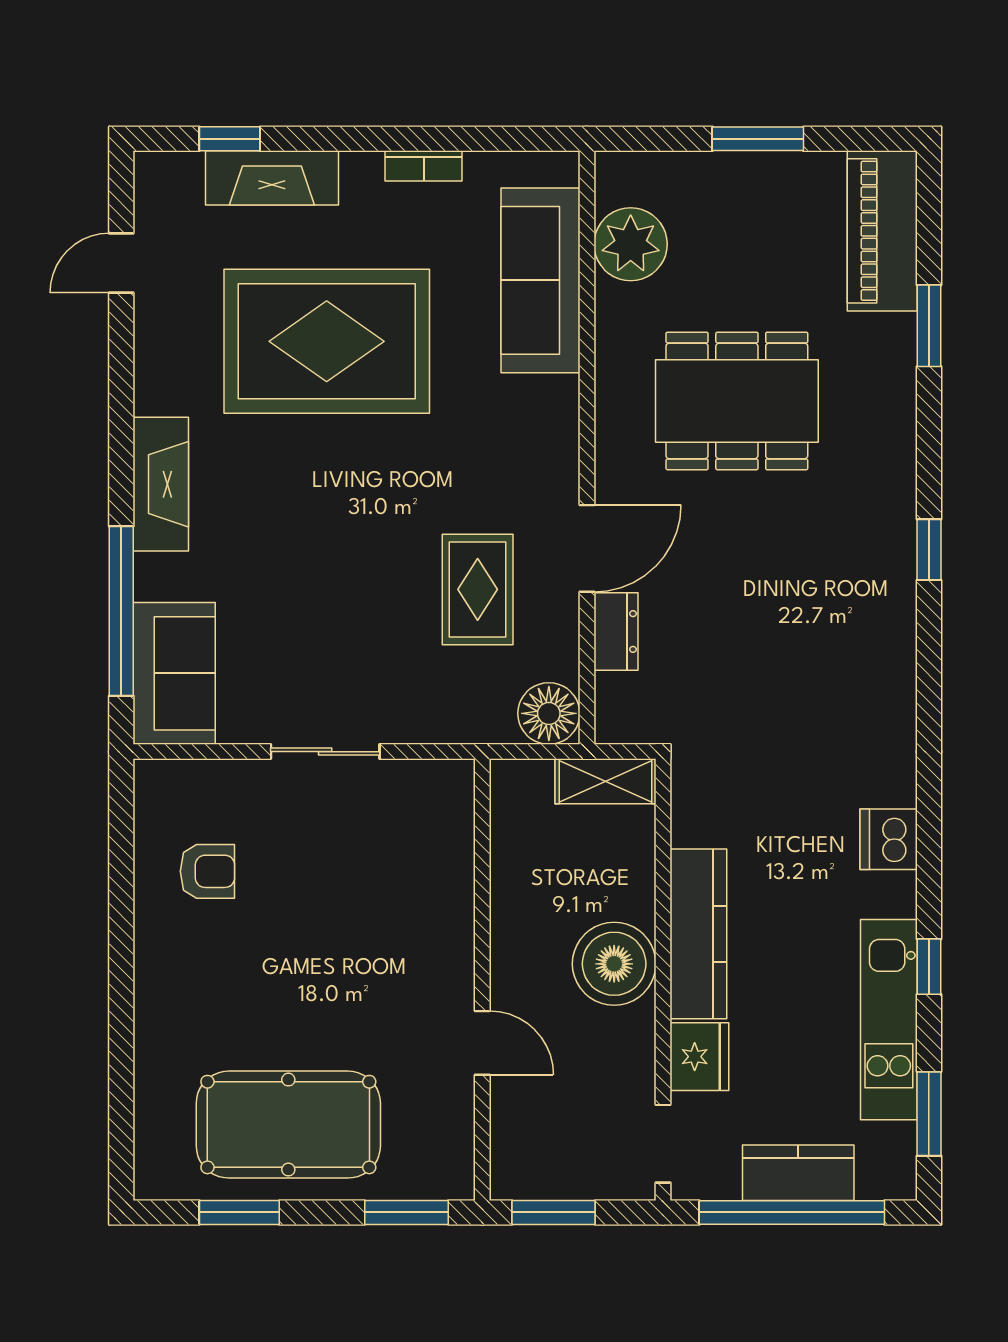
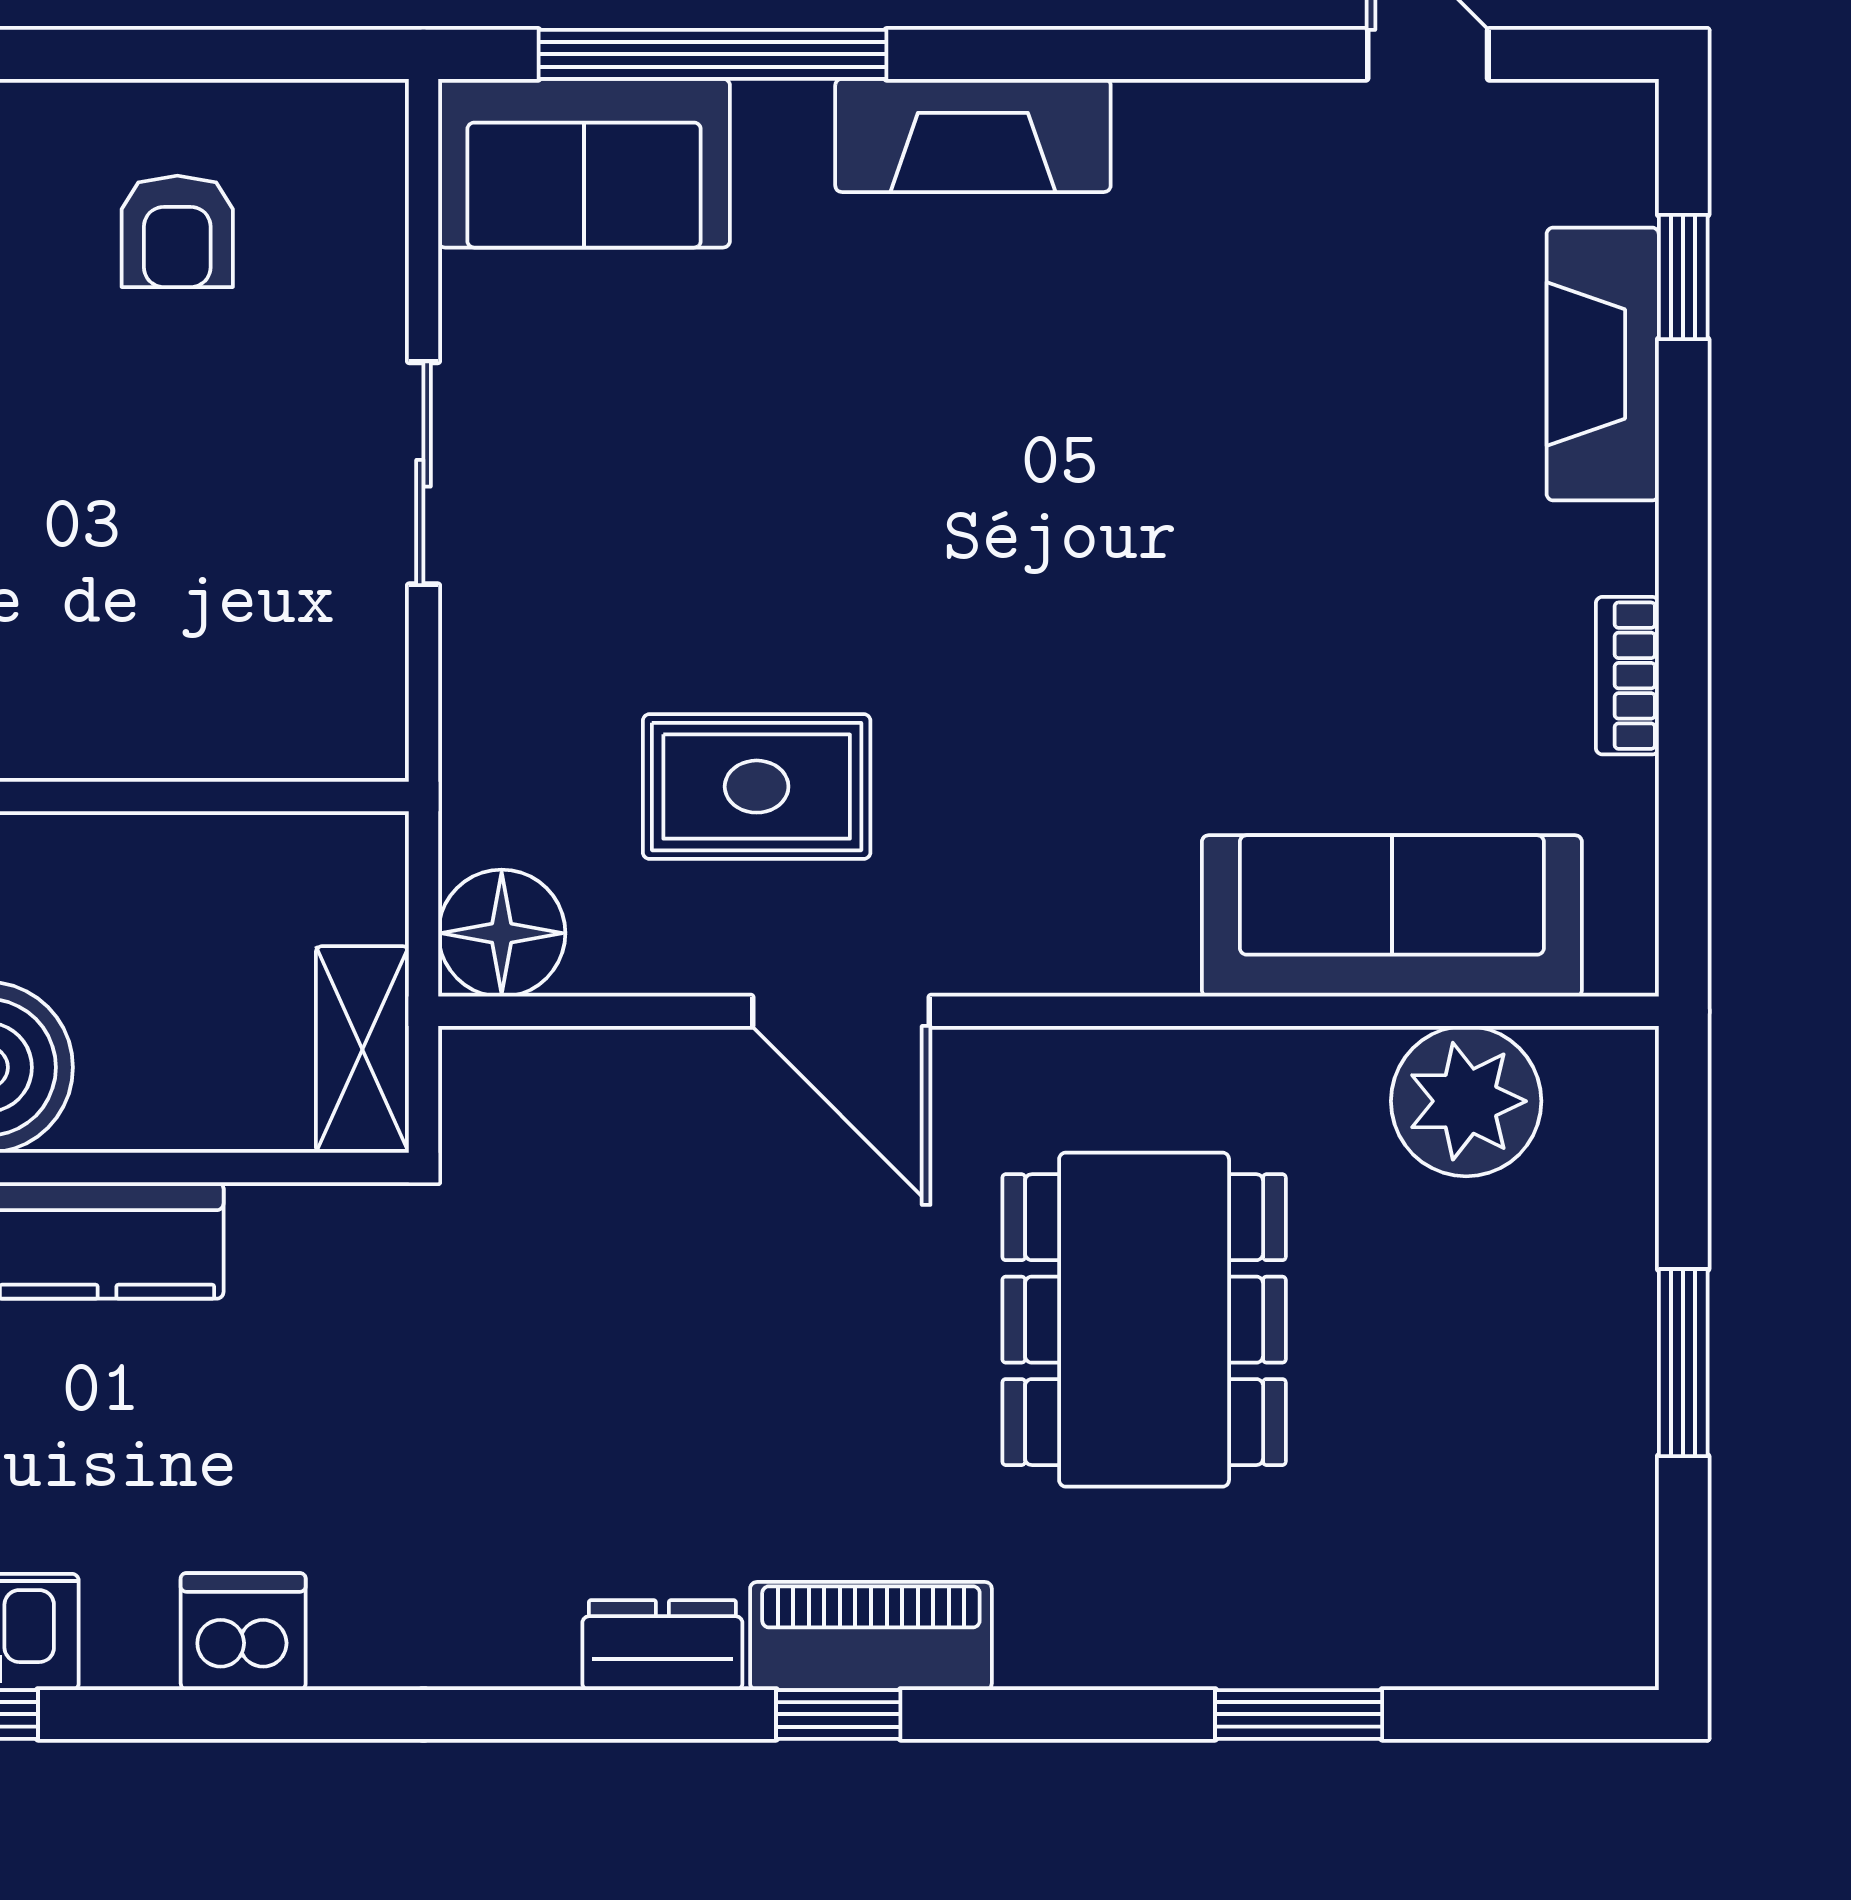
piano: (882, 231) -> (871, 1636), moved, width x0.73, depth x0.75
rug: (327, 341) -> (1267, 477), removed
dresser: (616, 632) -> (662, 1645), moved, turned 180

